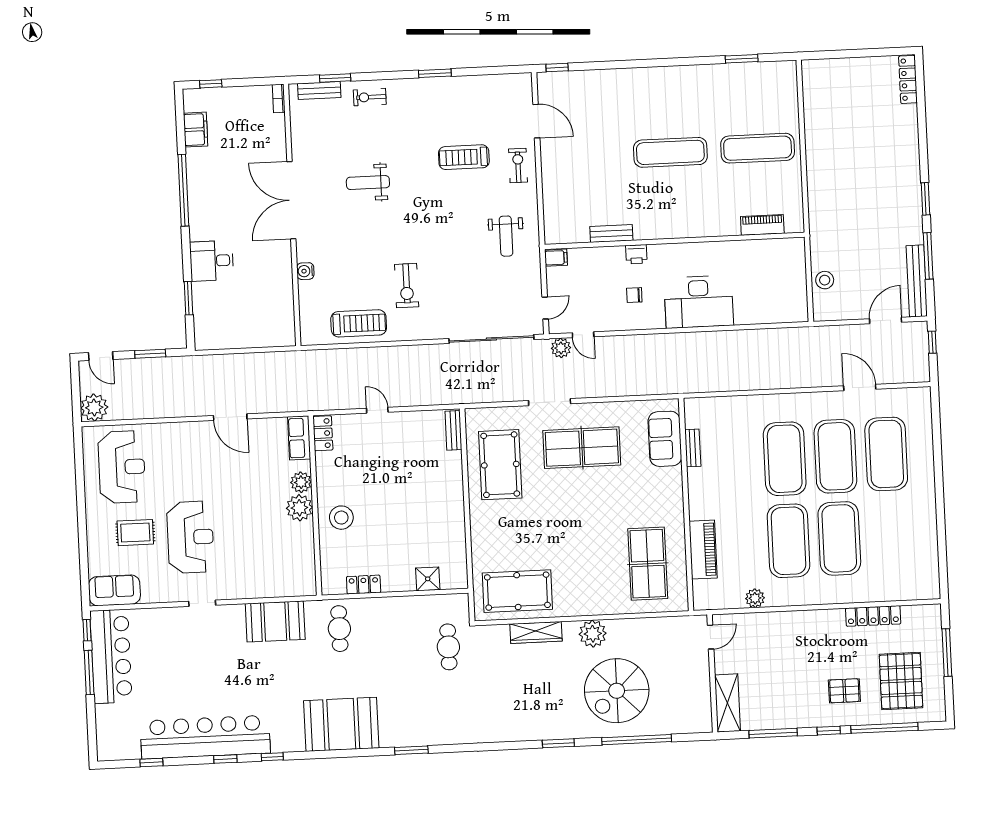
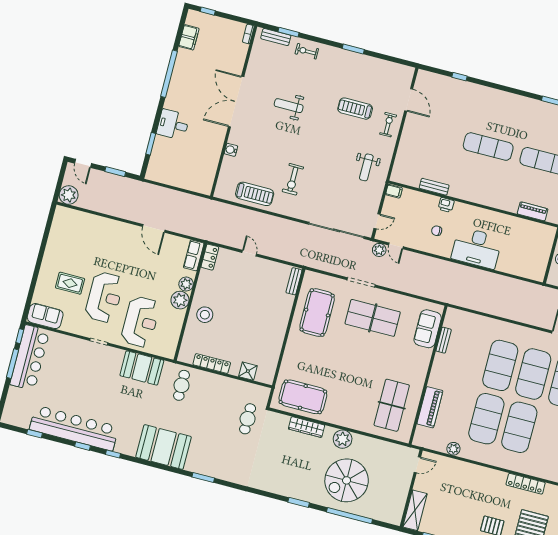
window: (557, 68) -> (460, 77), moved
reception desk: (122, 467) -> (141, 322), moved
locker: (364, 585) -> (212, 364), width x1.53

